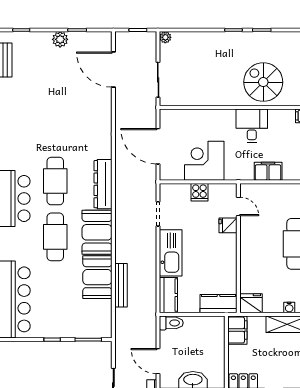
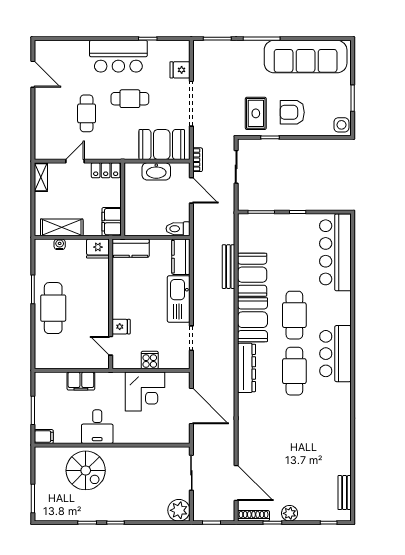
shoe rack: (96, 37) -> (253, 516), added
plant: (165, 37) -> (179, 510), width x1.88, depth x1.88

